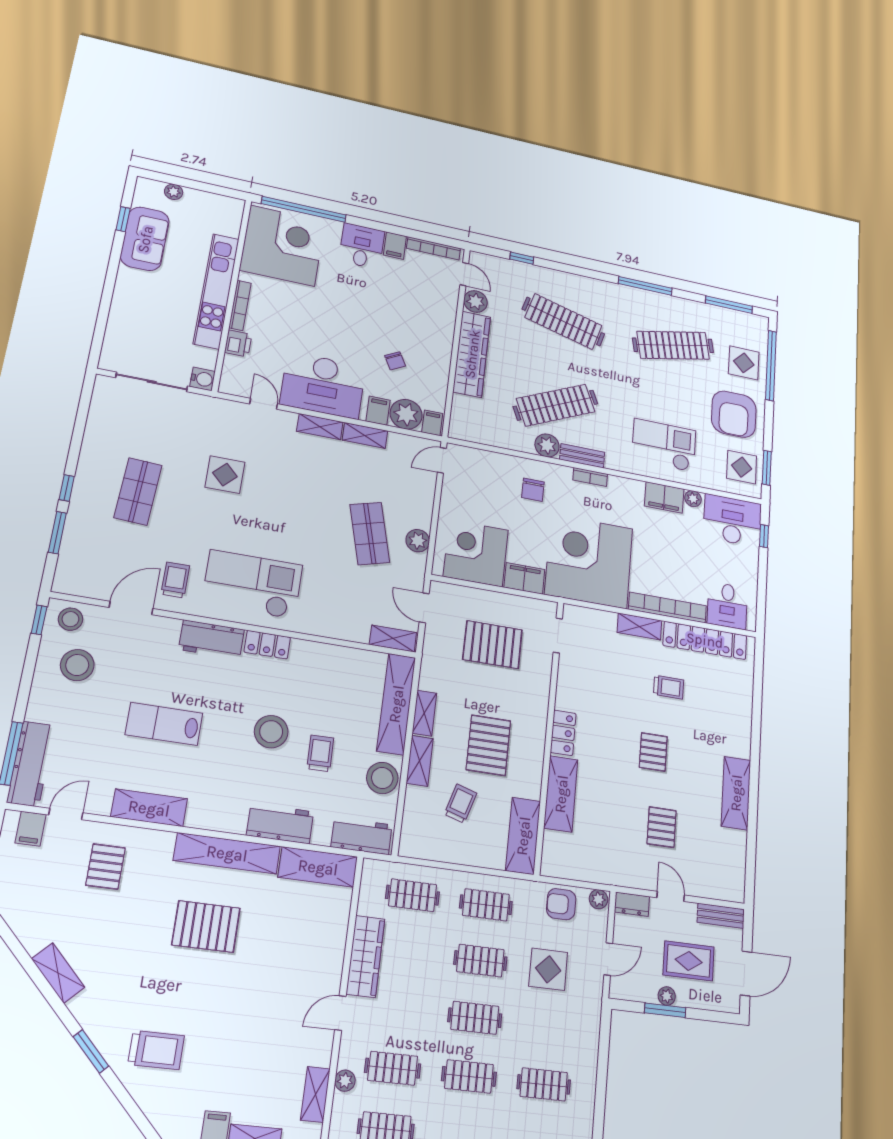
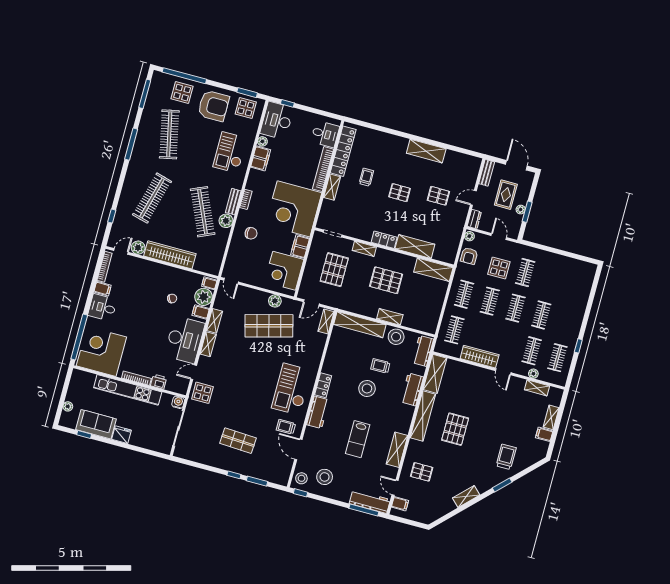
fridge: (129, 283) -> (122, 435), added
display table: (225, 475) -> (202, 393), moved
shop shelf: (370, 533) -> (269, 326), width x1.43, depth x1.36
shelving: (424, 713) -> (364, 249), moved
trolley: (460, 804) -> (413, 299), removed
clothes rail: (544, 1084) -> (525, 272), moved

